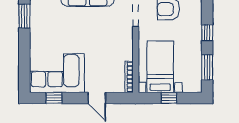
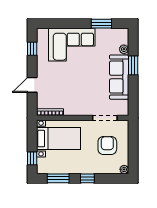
corner sofa: (57, 73) -> (72, 45), moved, turned 90
window: (169, 98) -> (32, 158), moved

